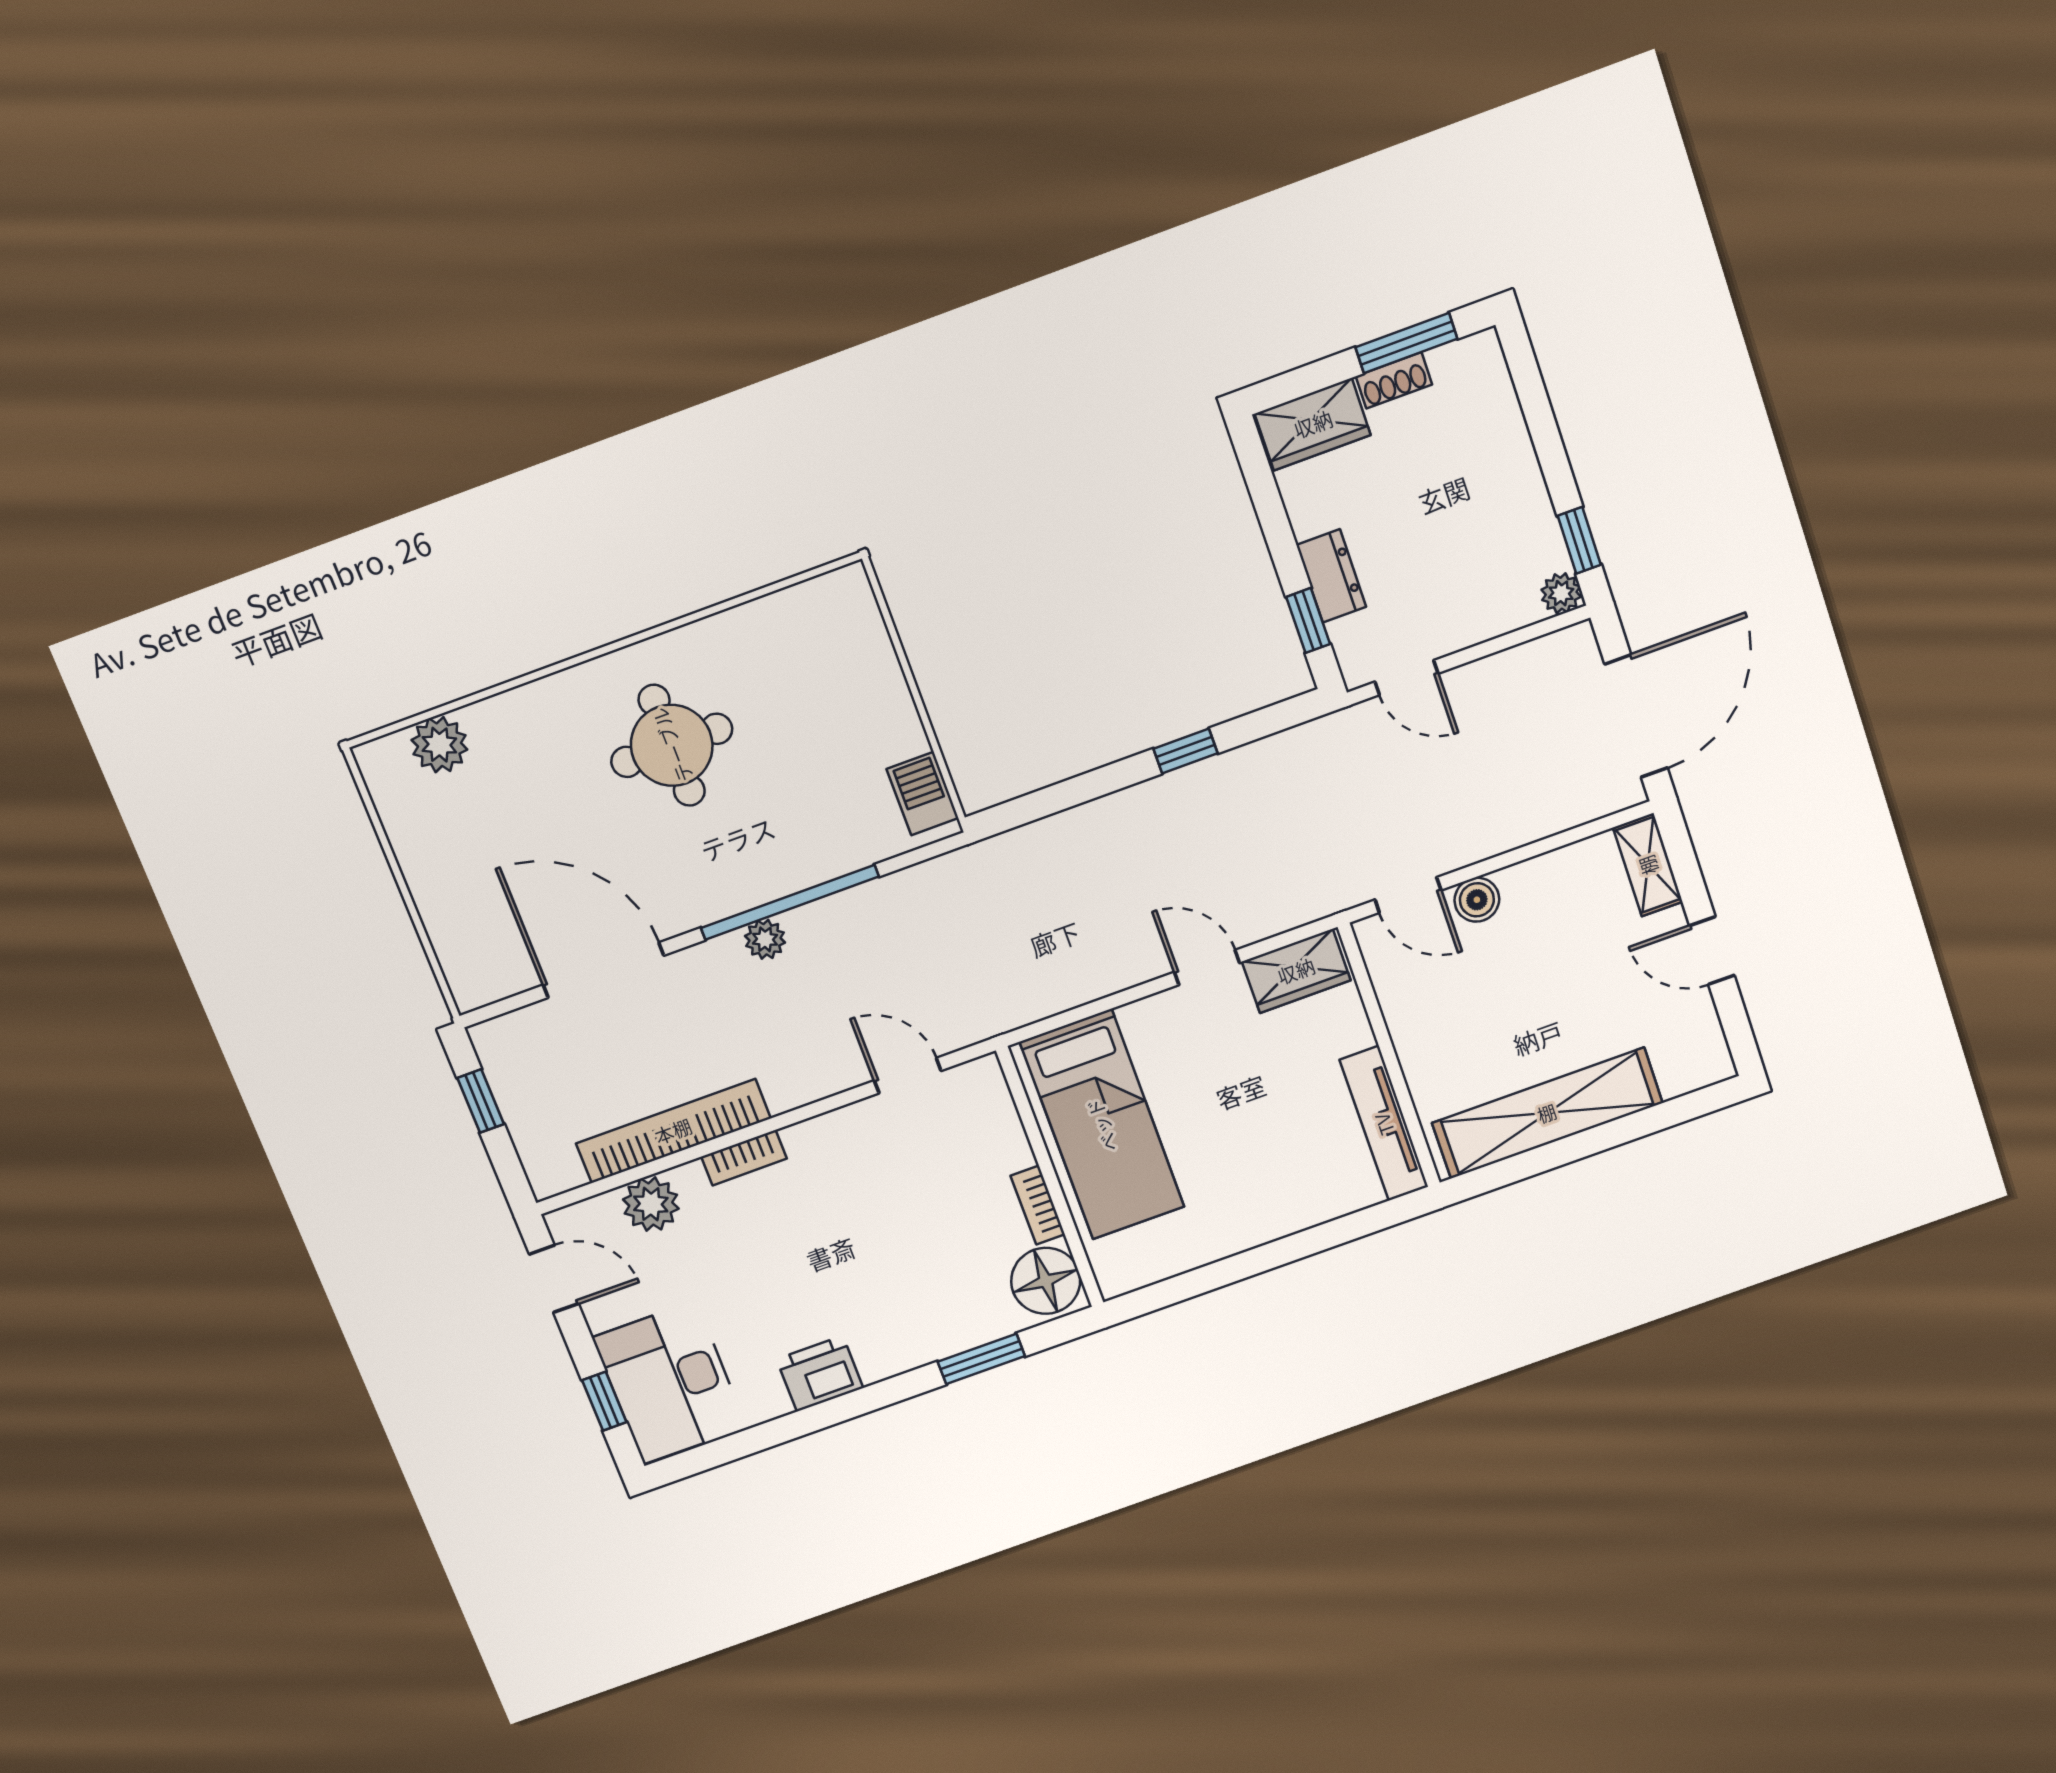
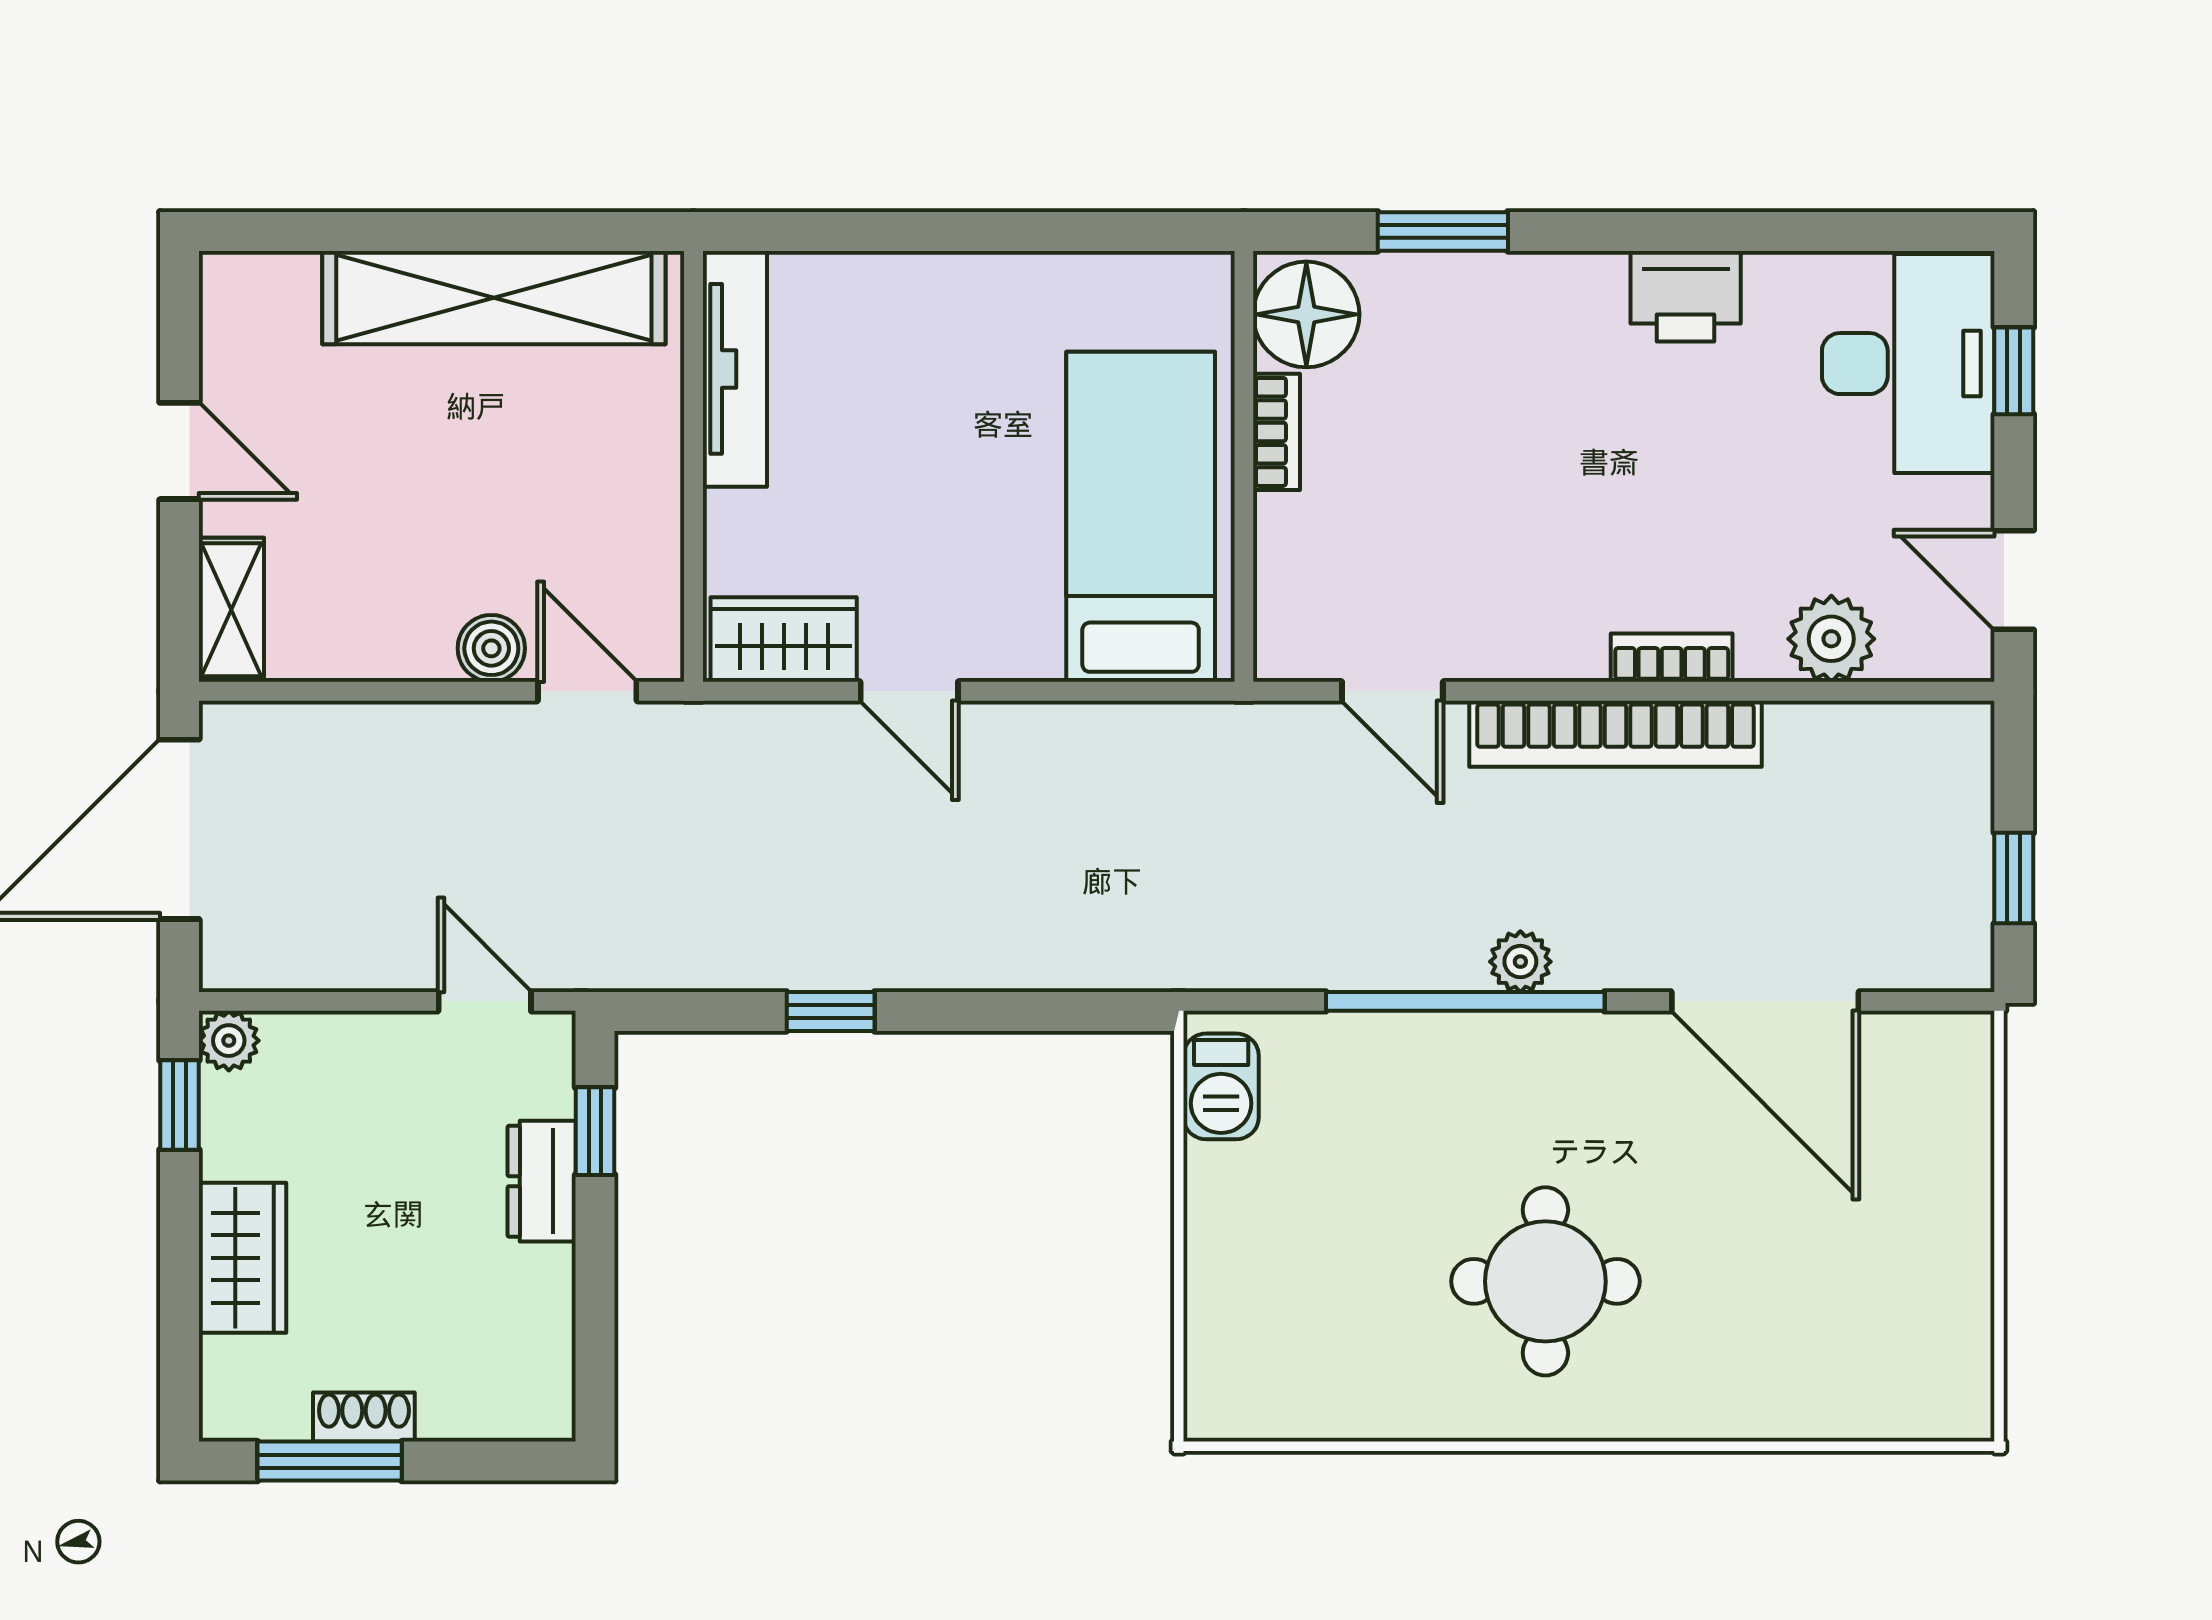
wardrobe: (1313, 424) -> (242, 1258), moved, turned 90
plant: (439, 745) -> (1867, 1400), removed
bookcase: (673, 1131) -> (1615, 734), moved

